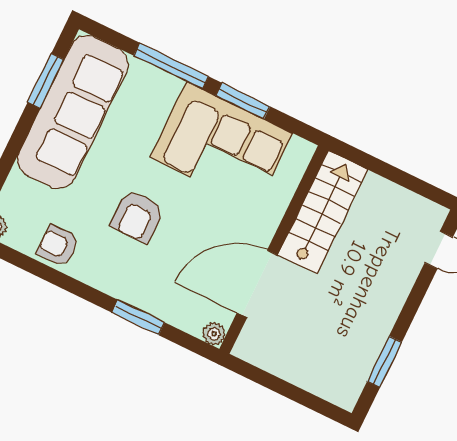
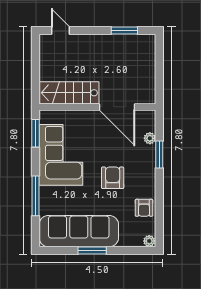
window: (46, 81) -> (92, 251), moved
window: (243, 101) -> (35, 133), moved
armchair: (137, 216) -> (113, 178), turned -90
plant: (214, 334) -> (150, 138), moved

